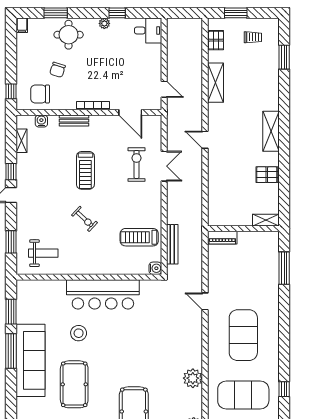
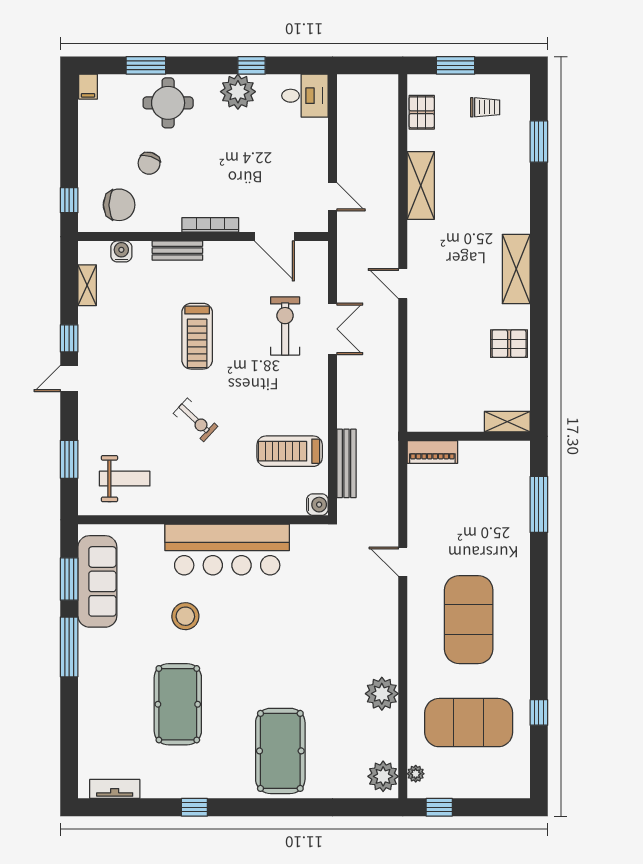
plant: (104, 23) -> (238, 92), width x1.87, depth x1.87
chair: (40, 94) -> (119, 205), turned 180
sofa: (31, 360) -> (97, 581), moved, width x0.74, depth x0.79

